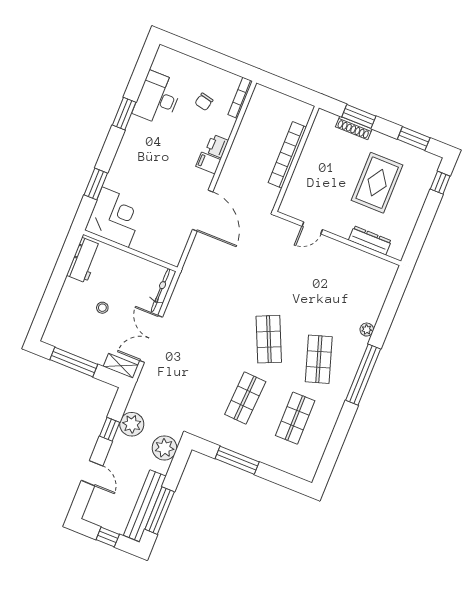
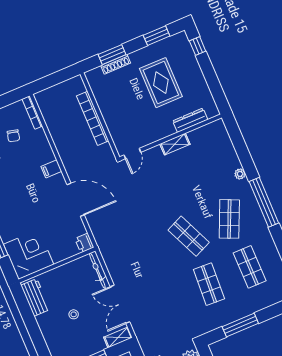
printer: (217, 146) -> (84, 243), moved
door: (312, 228) -> (132, 154), moved
shelving: (336, 248) -> (175, 144), added
shop shelf: (319, 359) -> (229, 219), turned 42

